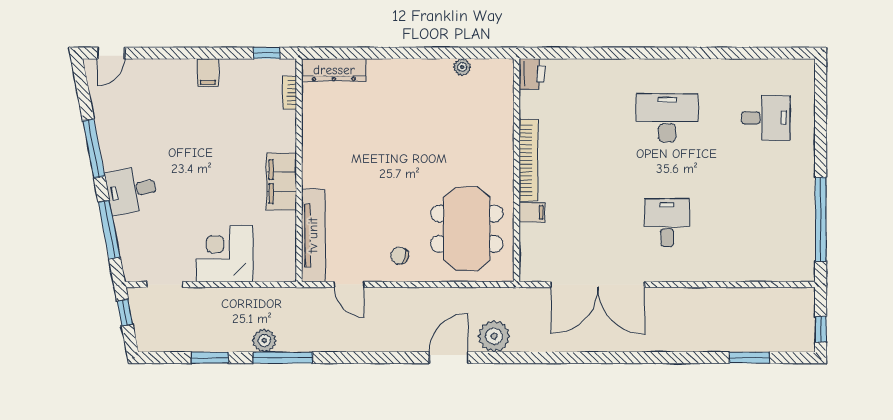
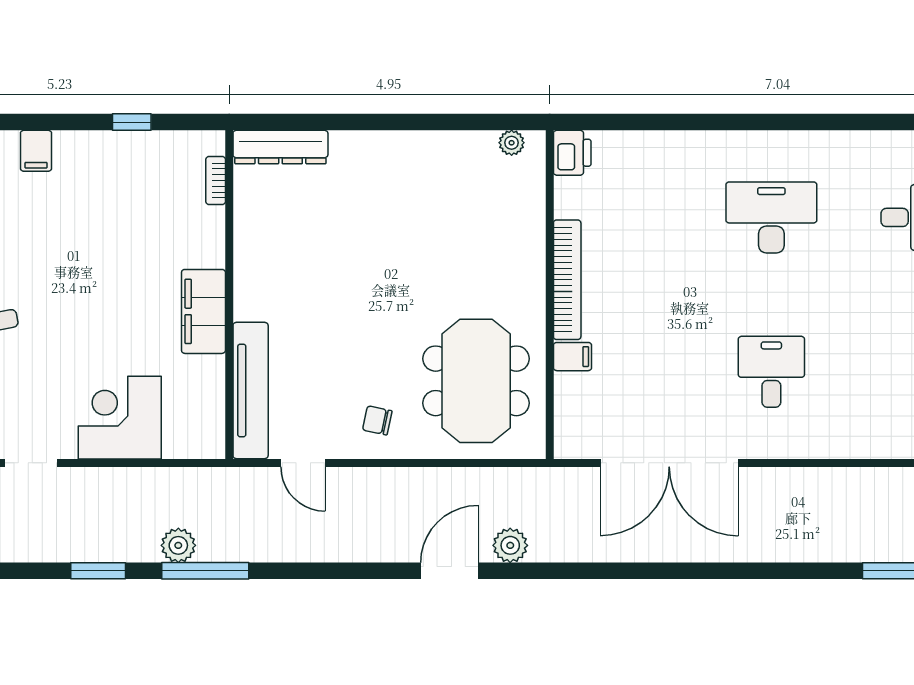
window: (266, 53) -> (132, 122), moved
plant: (462, 67) -> (512, 143), moved
filing cabinet: (208, 73) -> (36, 151), moved
plant: (494, 336) -> (510, 545), width x0.73, depth x0.73

